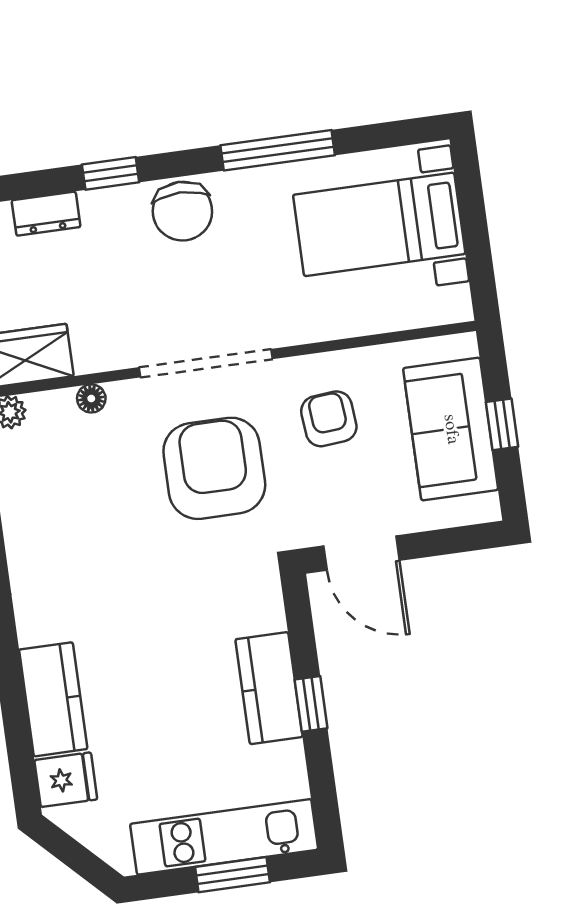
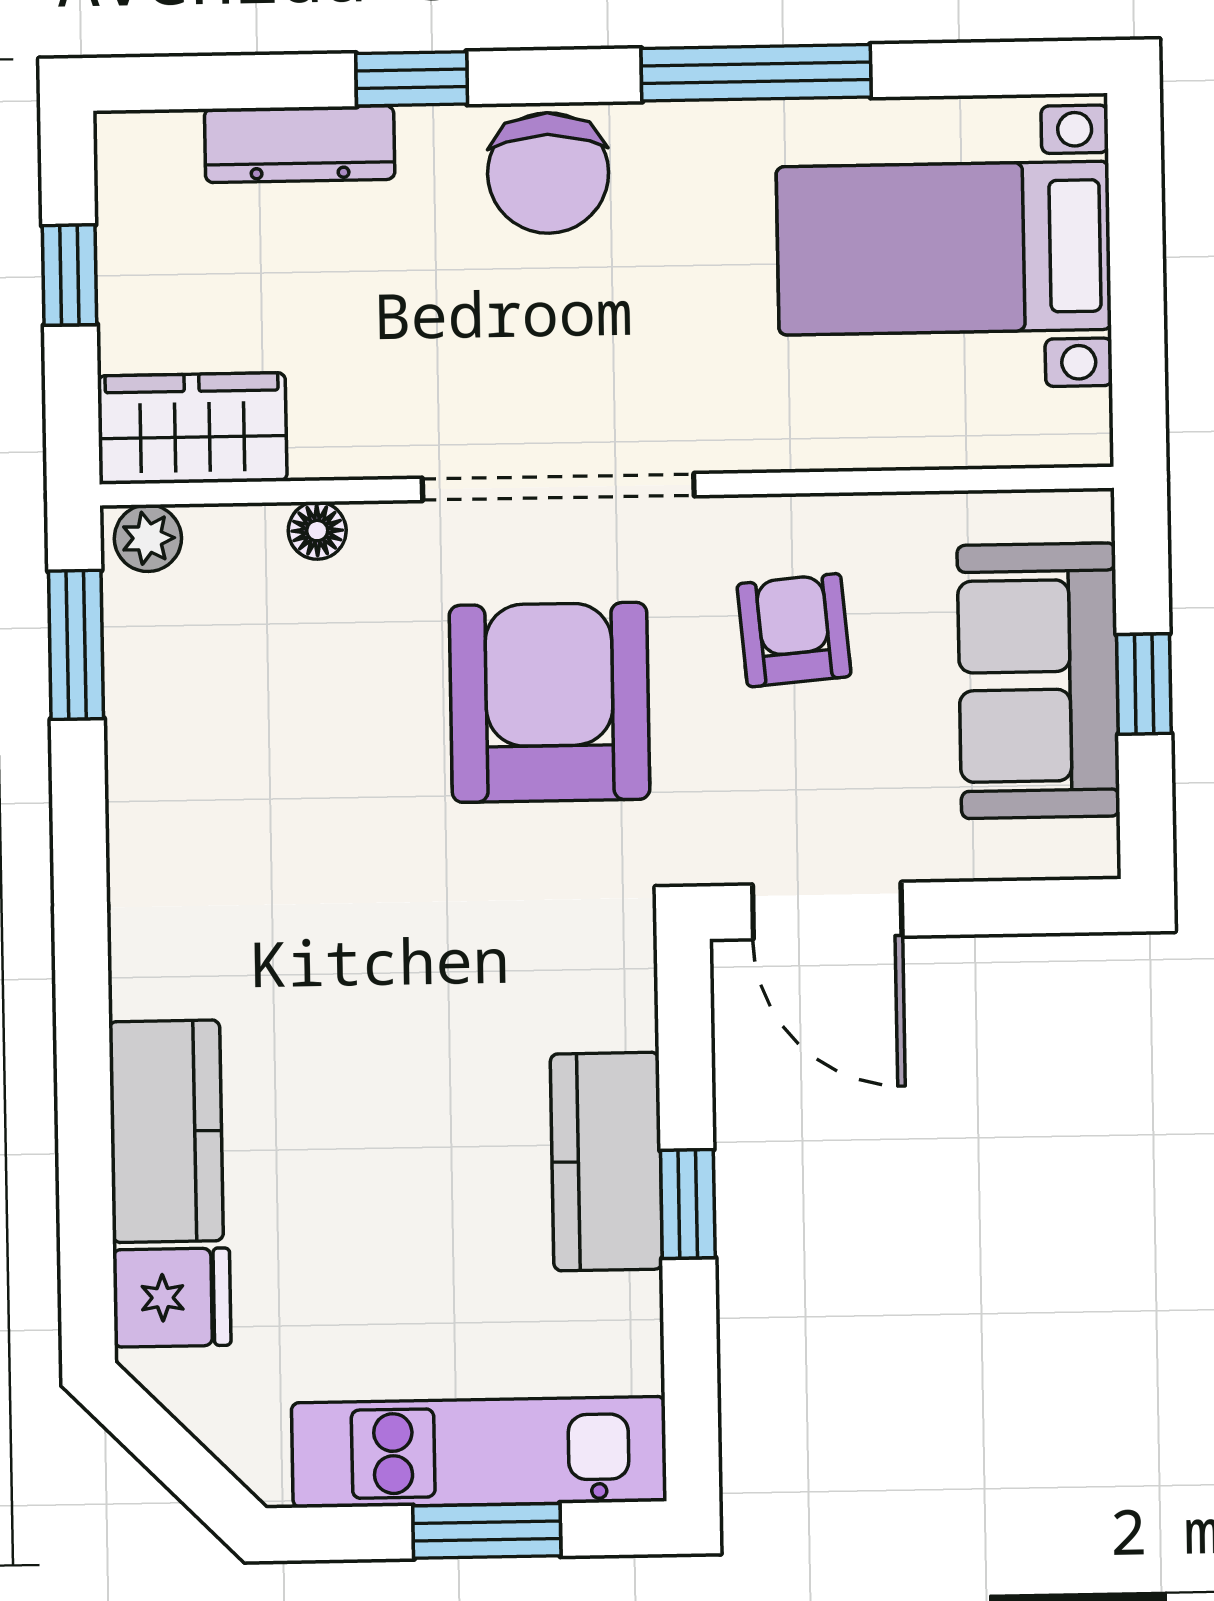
dresser: (46, 214) -> (300, 144), width x1.44

